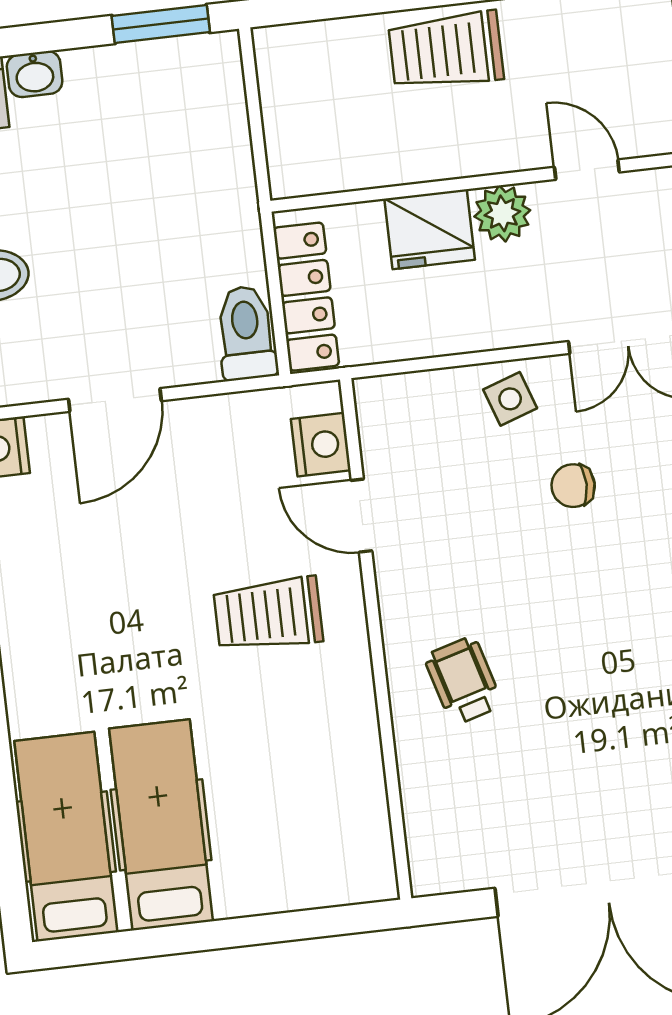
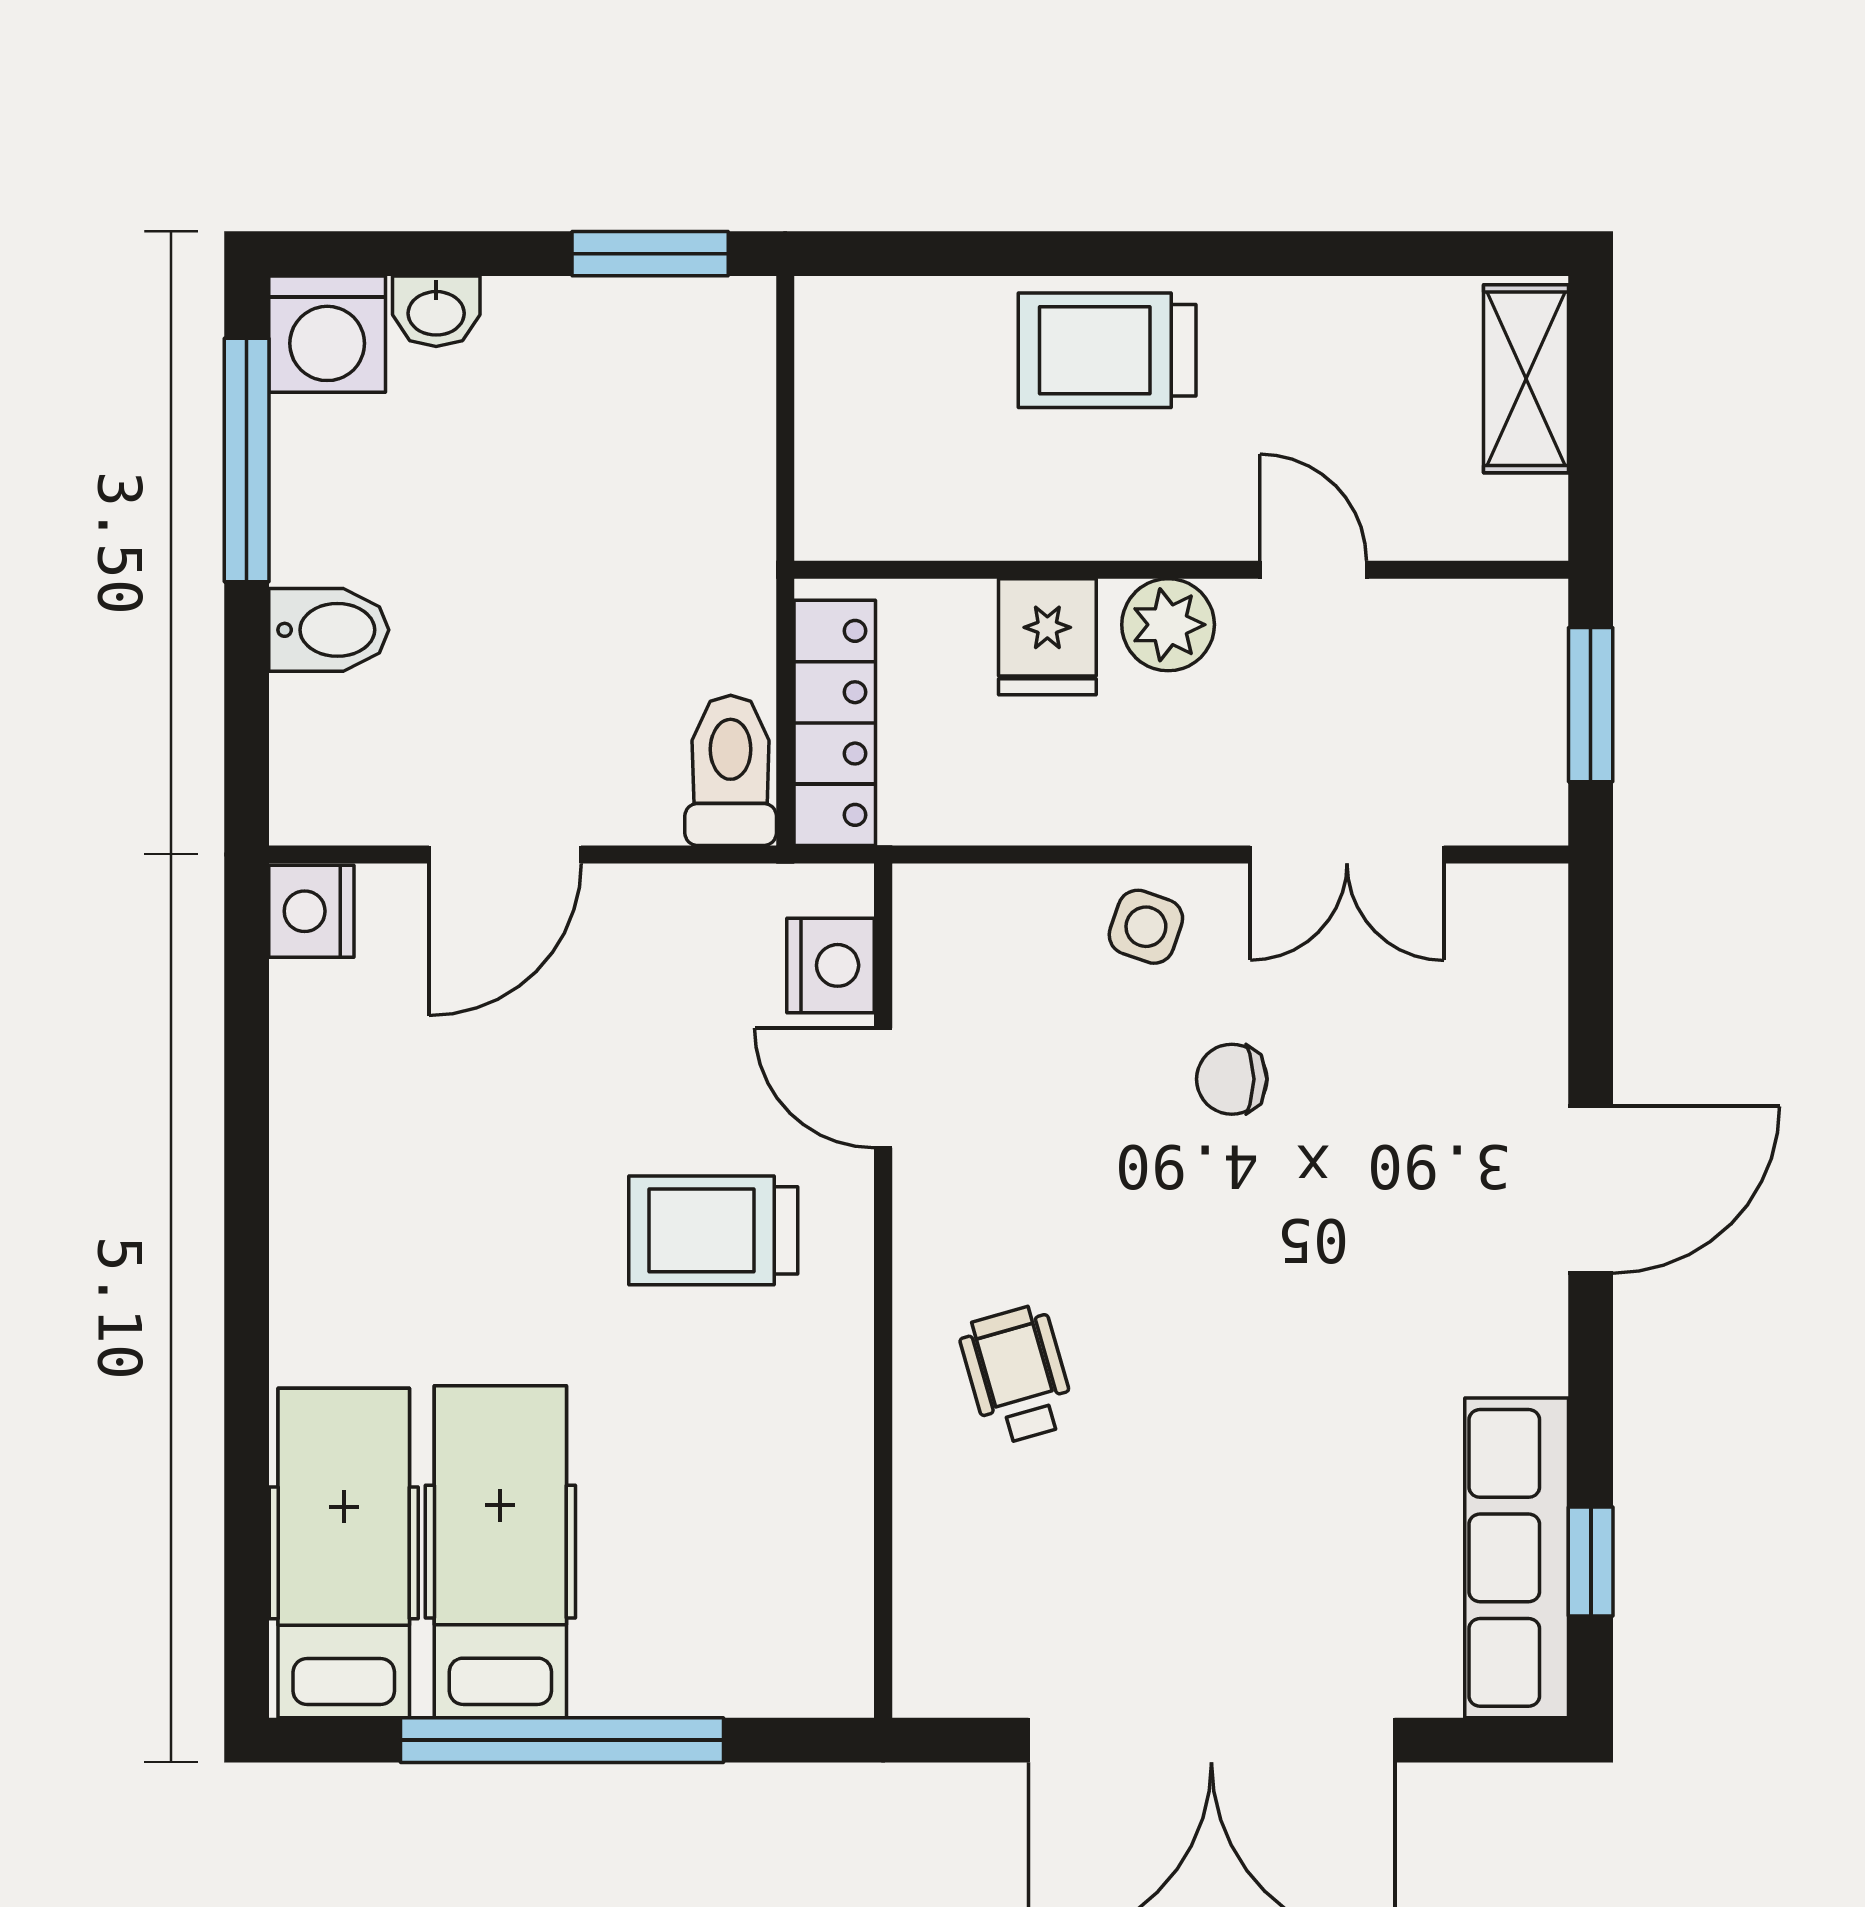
fridge: (430, 229) -> (1047, 637), width x0.72
side table: (510, 399) -> (1146, 927), turned 38
window: (212, 935) -> (562, 1740), added

